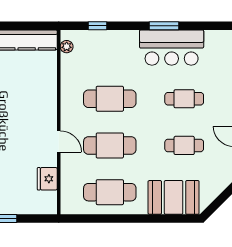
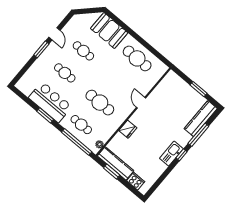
window: (23, 26) -> (112, 172), added
window: (97, 26) -> (77, 142), width x3.17
cafe table: (110, 145) -> (81, 125), moved, width x0.73, depth x0.74
fridge: (47, 179) -> (128, 129), moved

